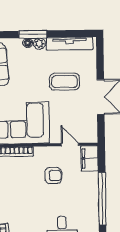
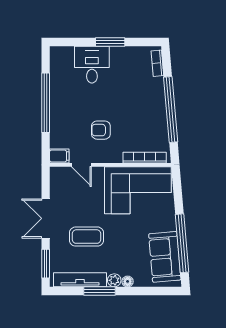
window: (33, 34) -> (100, 291), moved
window: (100, 57) -> (46, 264), added
filing cabinet: (89, 158) -> (59, 156), width x0.50

